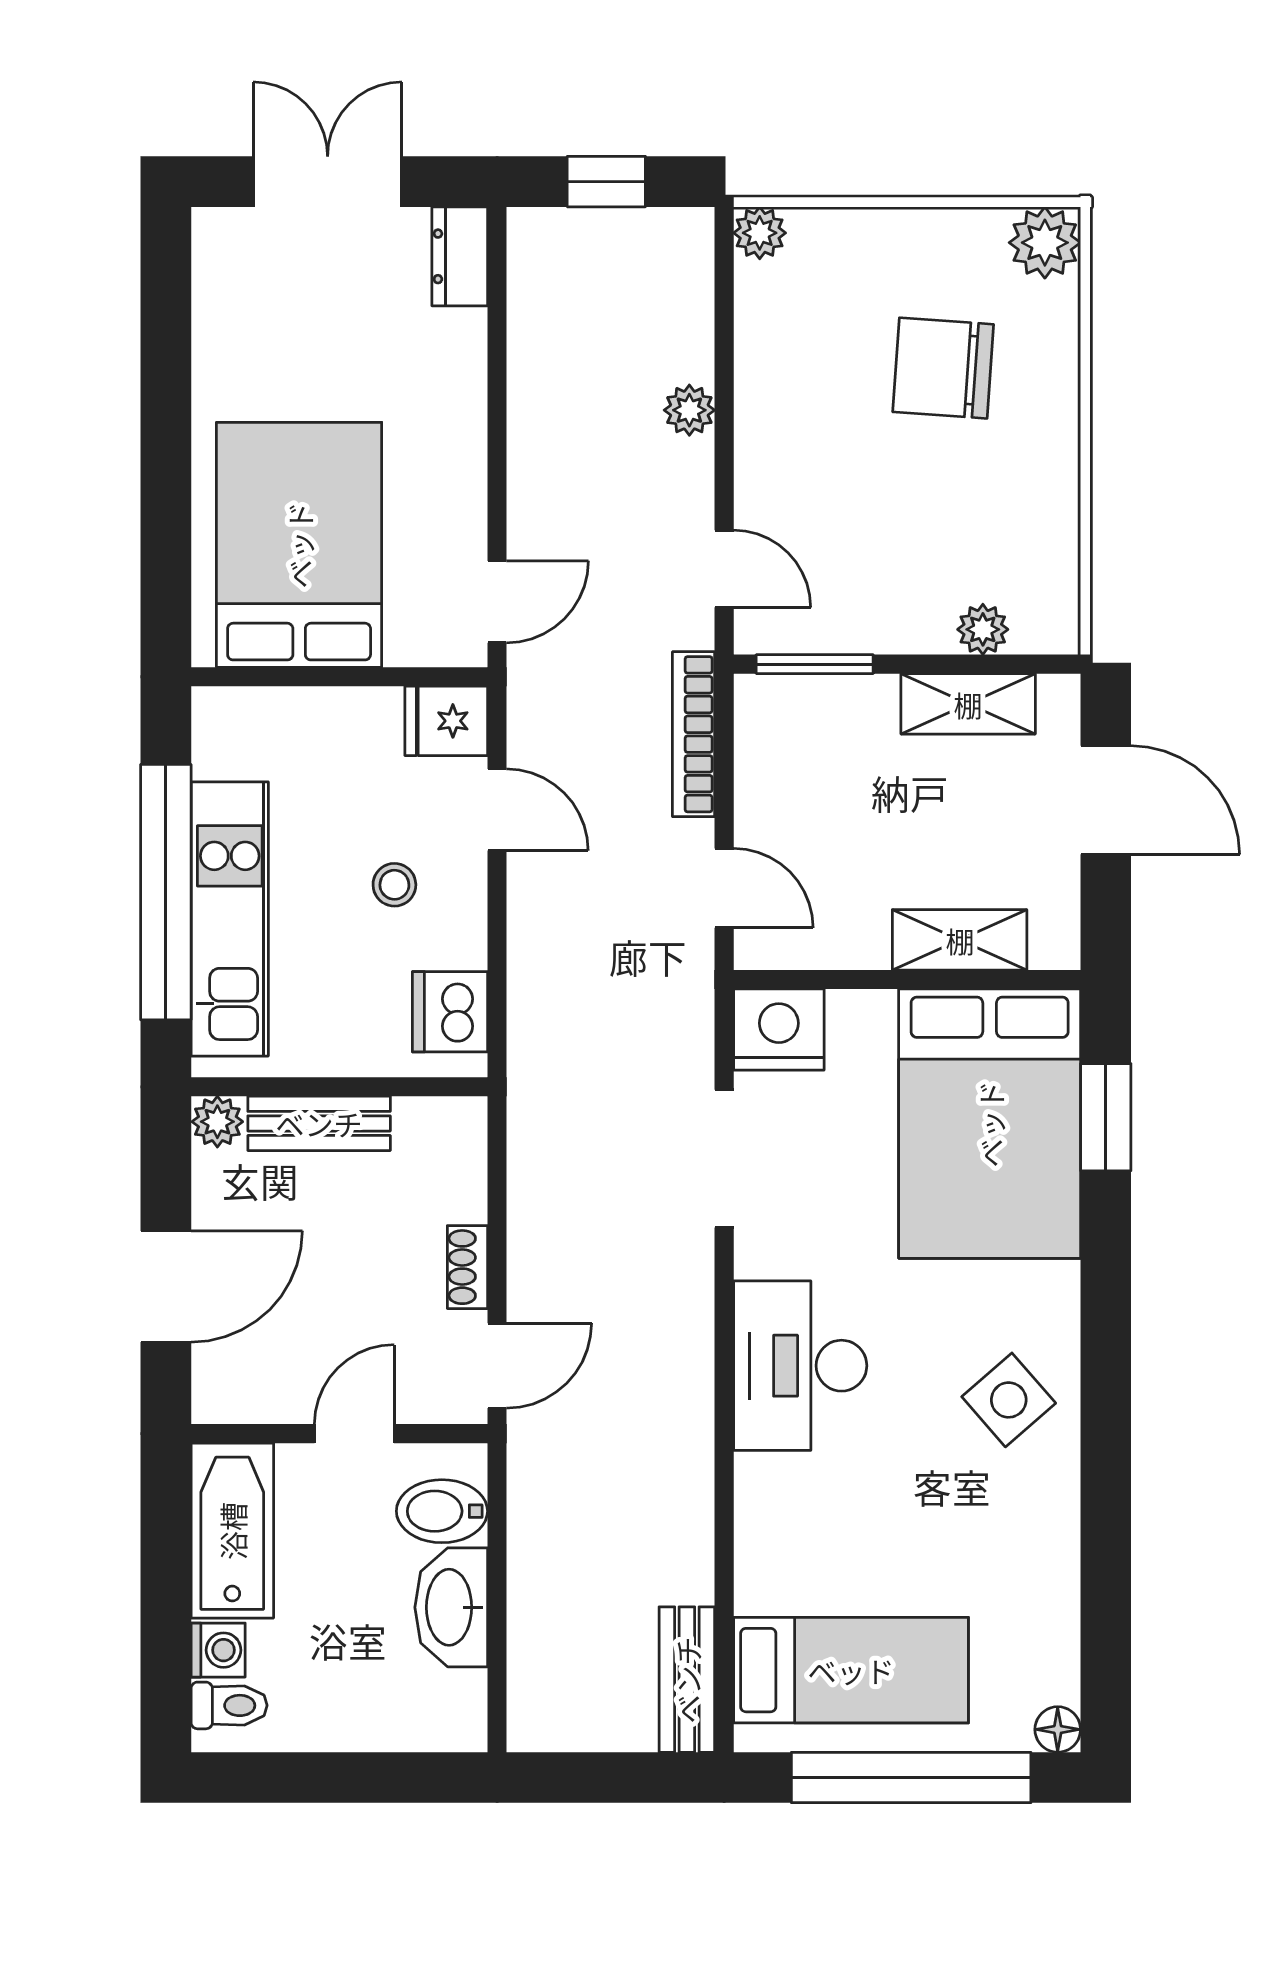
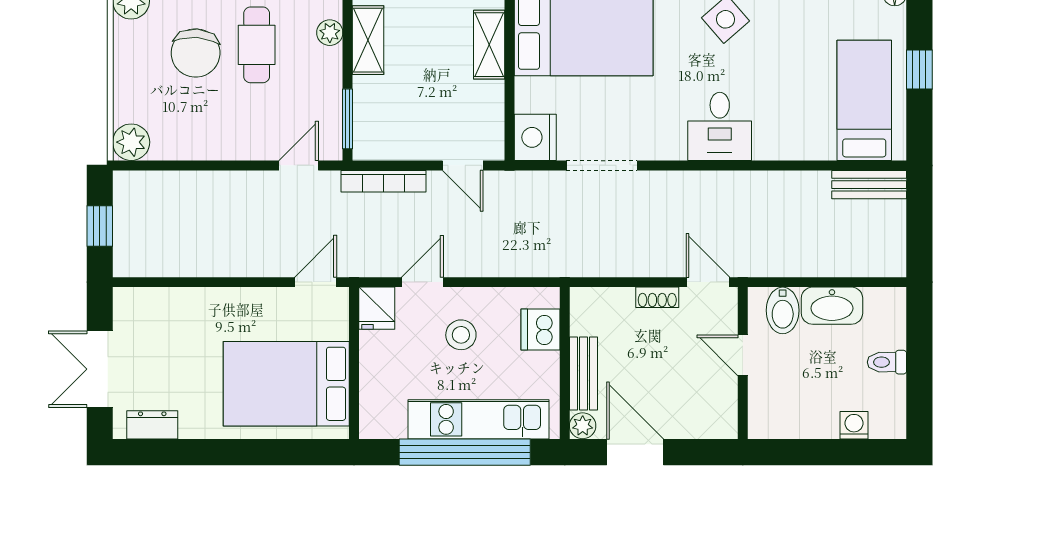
plant: (760, 233) -> (131, 142), width x1.38, depth x1.38
dresser: (460, 256) -> (152, 425), moved, turned 180
plant: (689, 410) -> (217, 183), removed
cafe table: (959, 487) -> (257, 45), added
door: (497, 602) -> (316, 282), hinge flipped
stool: (394, 885) -> (461, 335), width x1.37, depth x1.37
door: (724, 888) -> (463, 165), swing flipped
dishwasher: (450, 1012) -> (541, 330), moved, turned 90
door: (166, 1286) -> (635, 452), moved
desk: (800, 1366) -> (720, 126), width x0.73
bathtub: (232, 1531) -> (793, 418), removed
toilet: (229, 1705) -> (887, 362), moved, turned -90
window: (911, 1777) -> (919, 69), width x0.32

